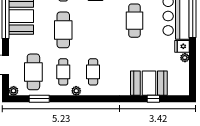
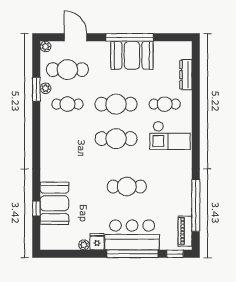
cafe table: (93, 72) -> (116, 139), moved, width x1.37, depth x1.35
plant: (76, 91) -> (46, 88), moved
window: (39, 99) -> (36, 89), moved

